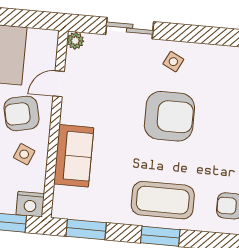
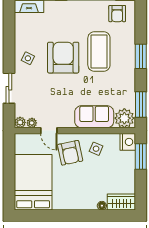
plant: (73, 59) -> (32, 123), added
coffee table: (163, 200) -> (99, 52), moved
plant: (67, 202) -> (124, 118), added

